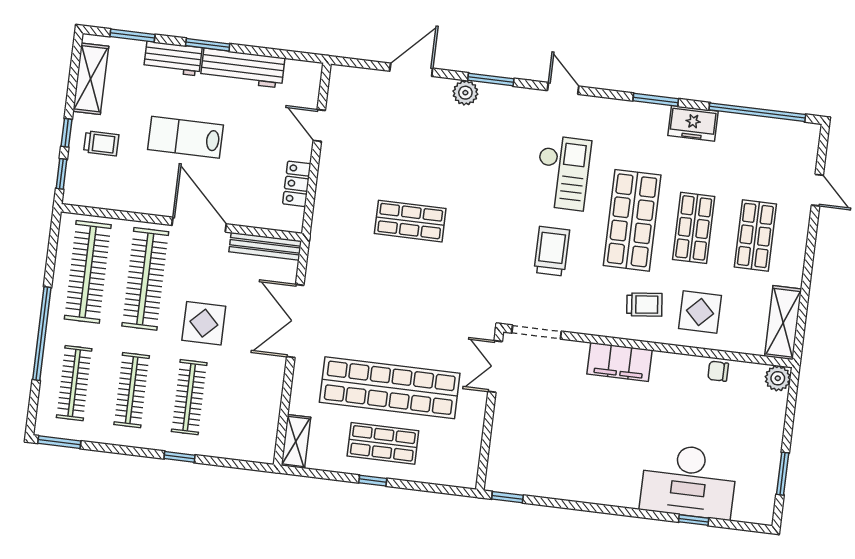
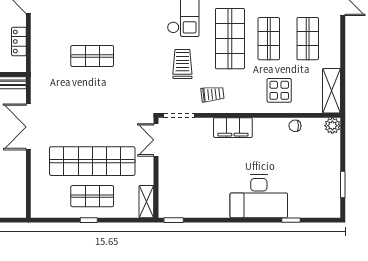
trolley: (644, 305) -> (212, 94), moved
shelving: (296, 441) -> (146, 202), moved
desk: (689, 481) -> (259, 196), moved

